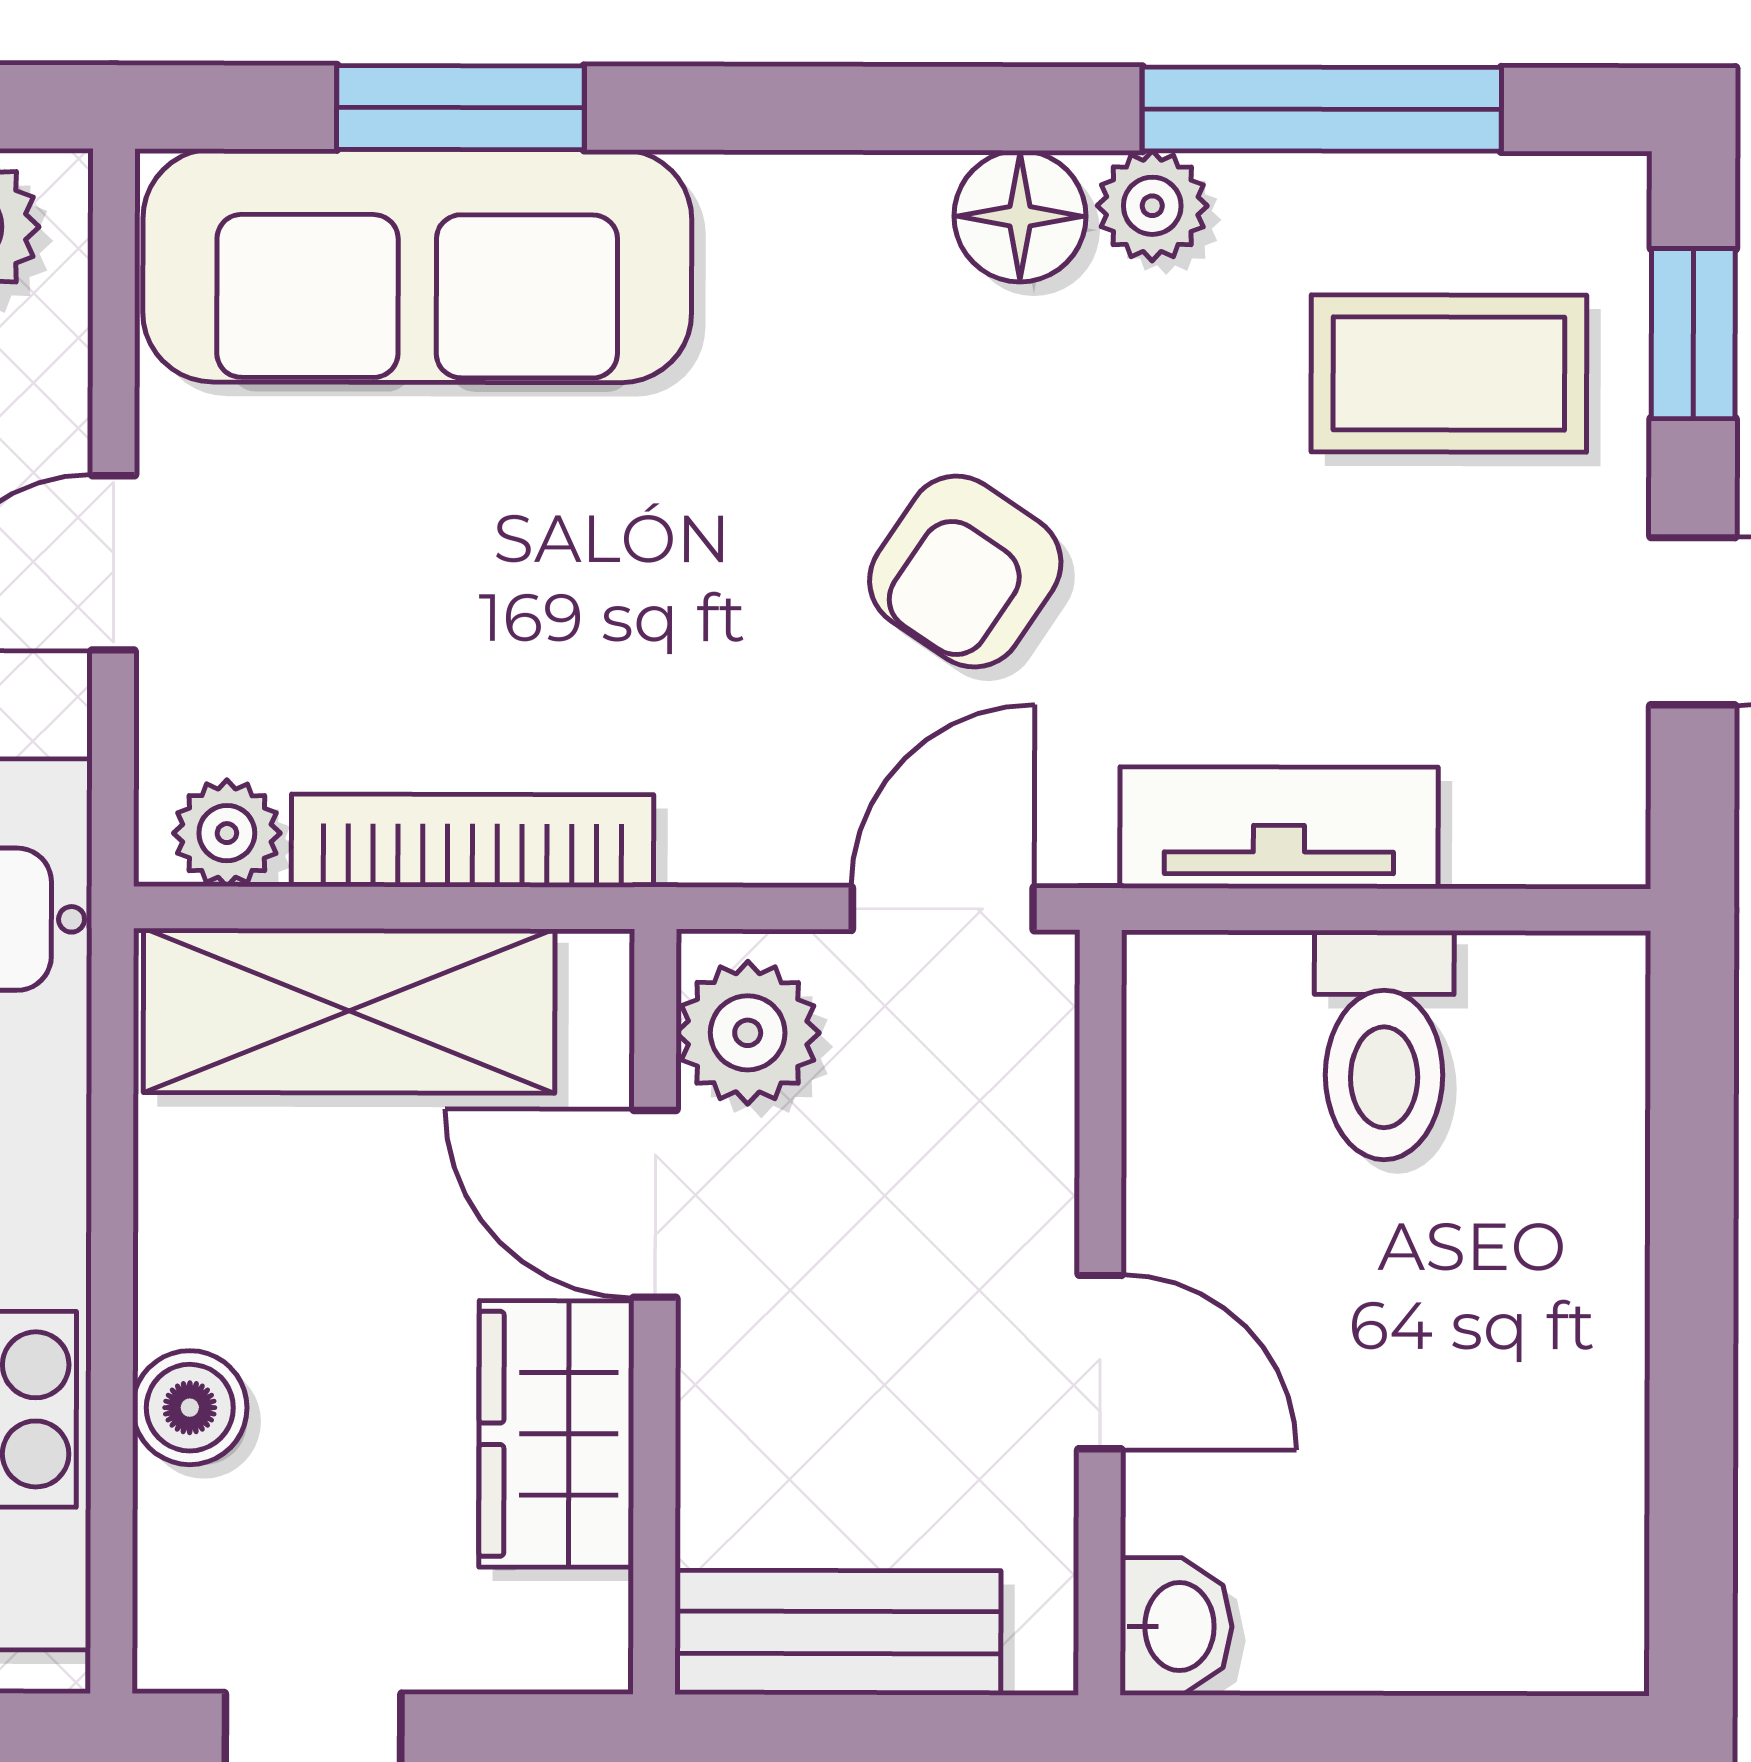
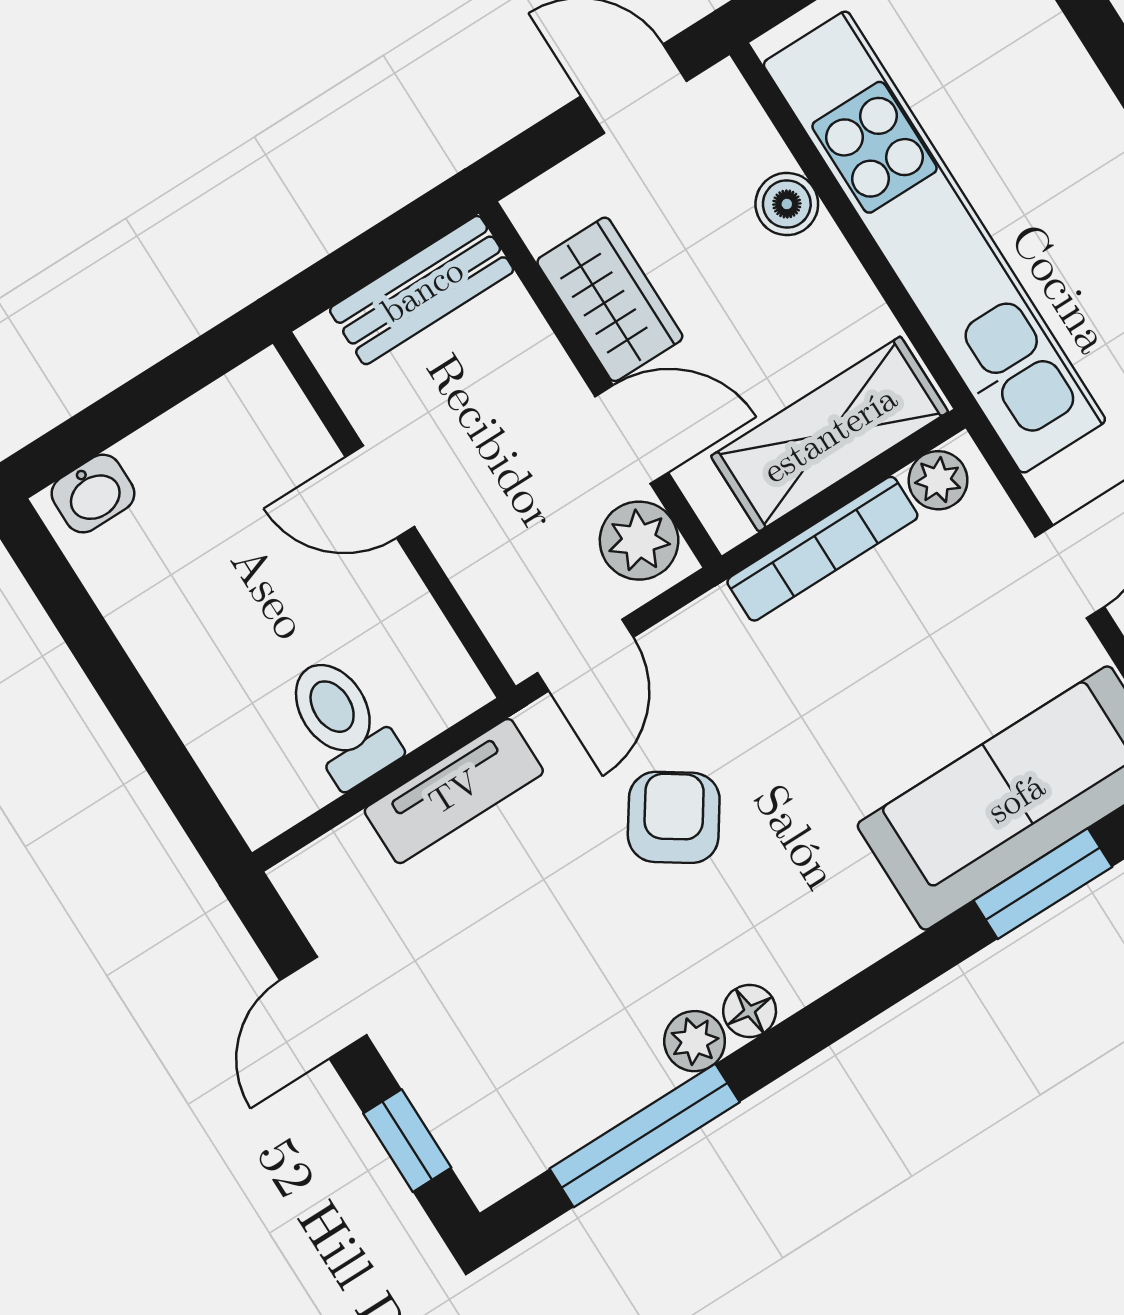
floor lamp: (1020, 216) -> (750, 1011), width x0.73, depth x0.73
coffee table: (1449, 374) -> (508, 1051), removed
washbasin: (1176, 1626) -> (93, 494), moved, turned -90

